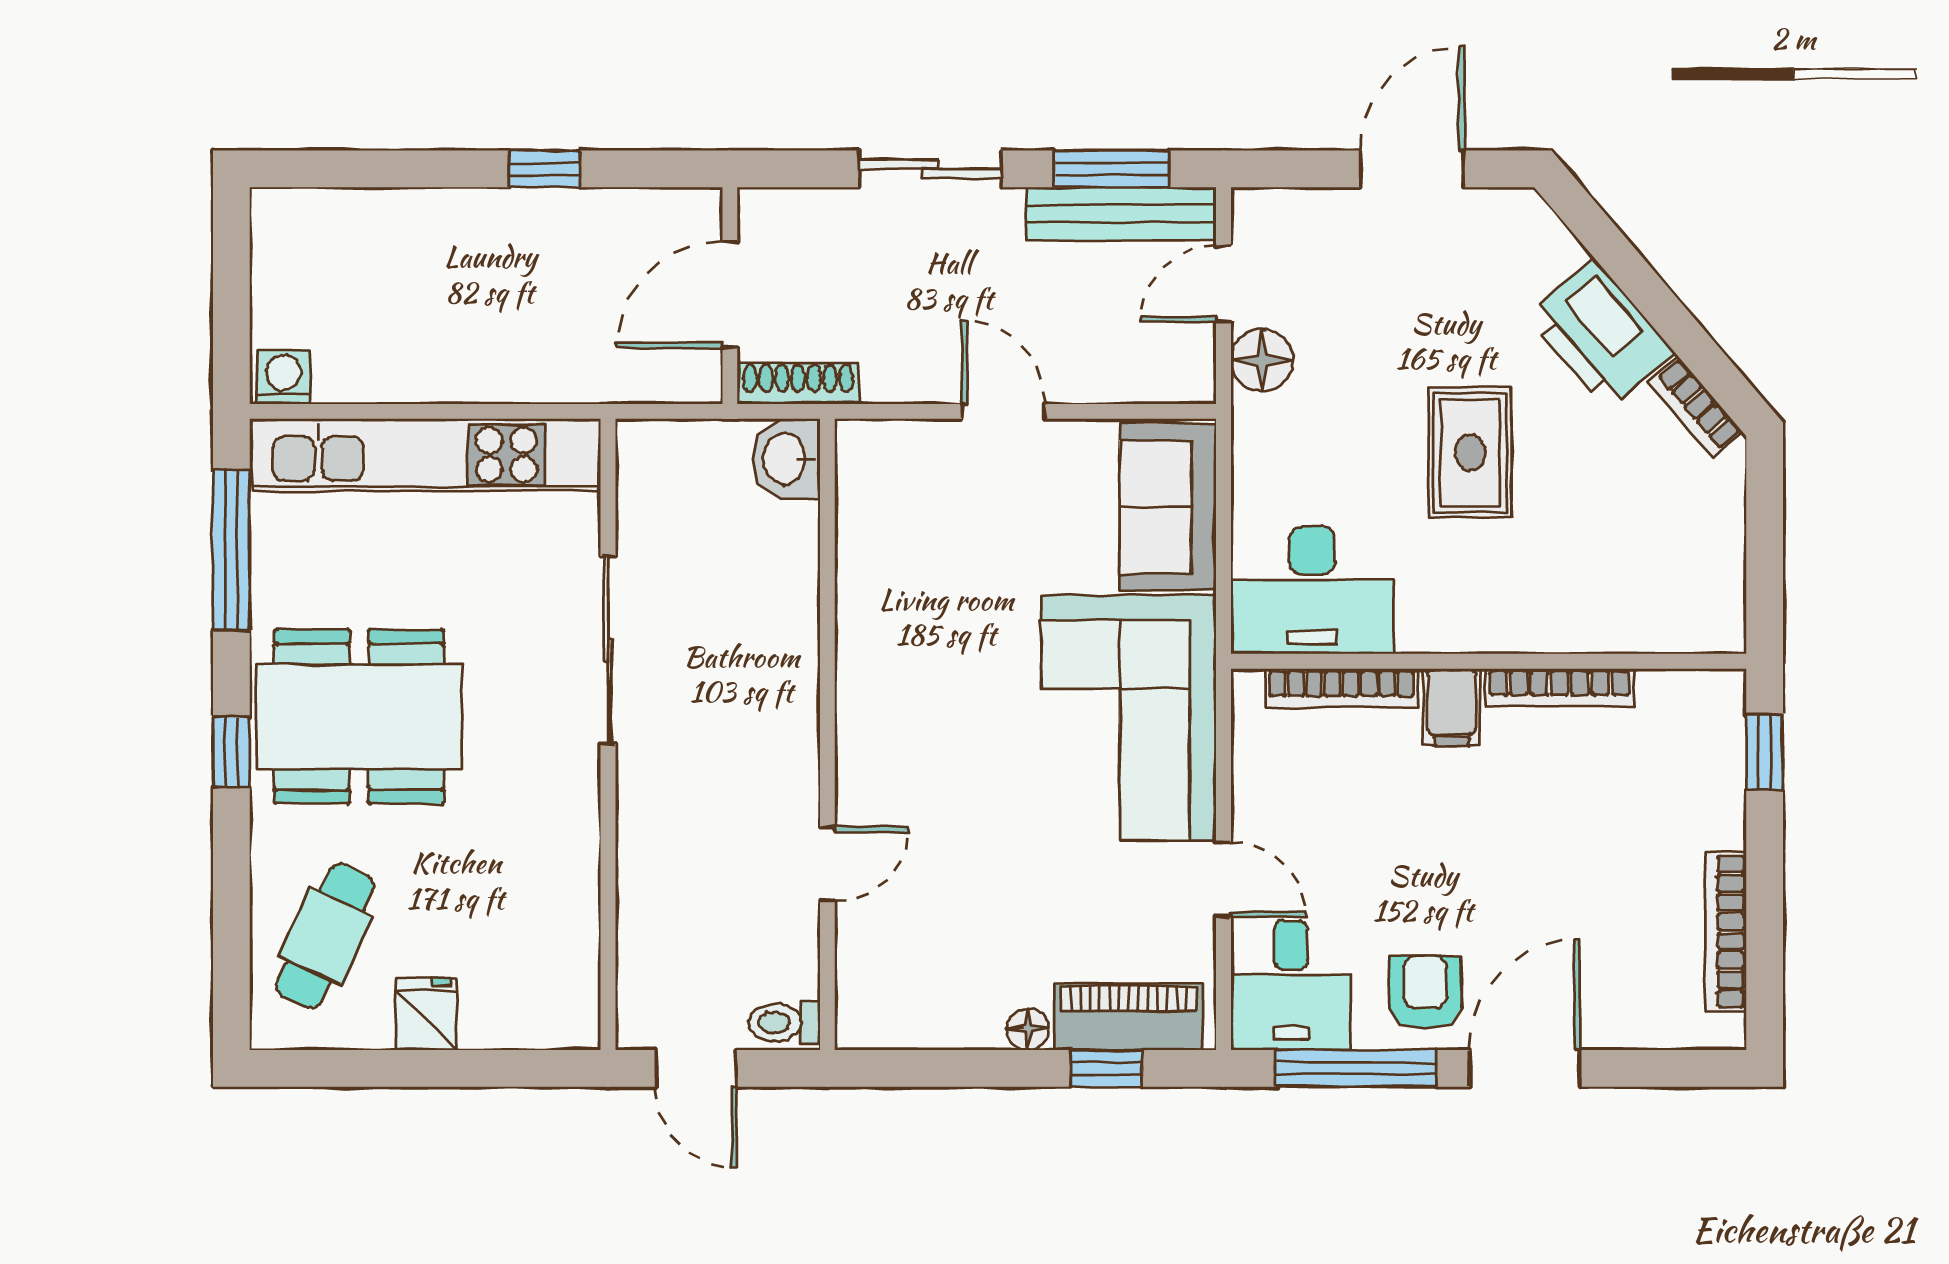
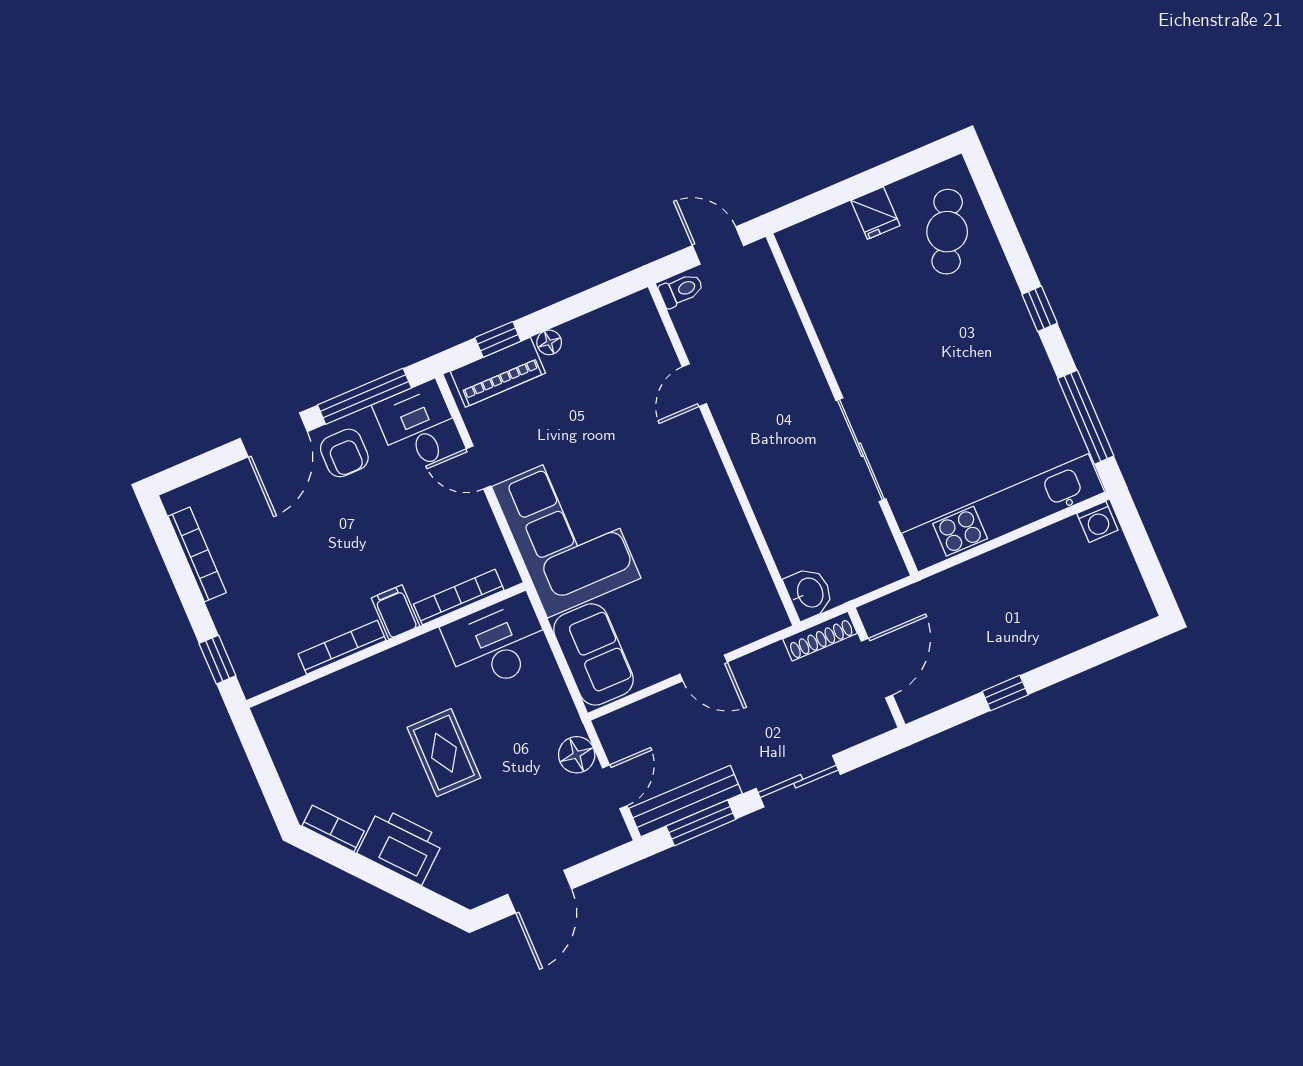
dining table: (359, 717) -> (979, 357), removed

